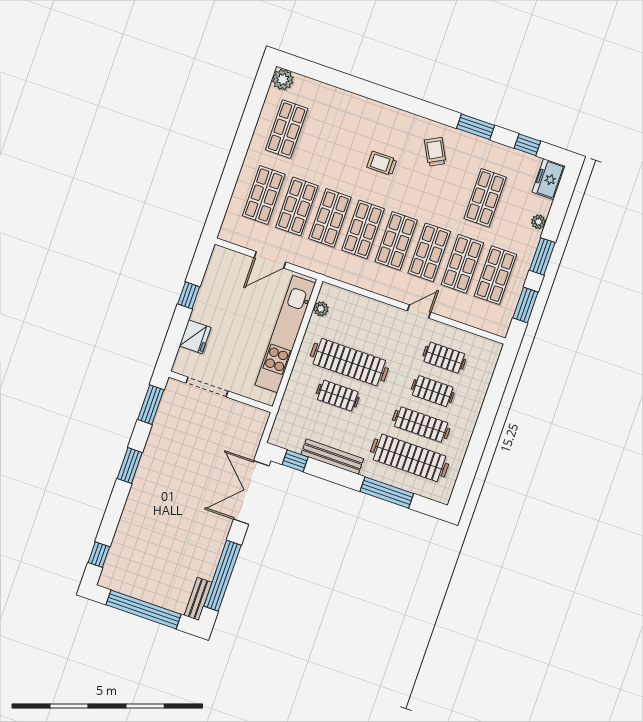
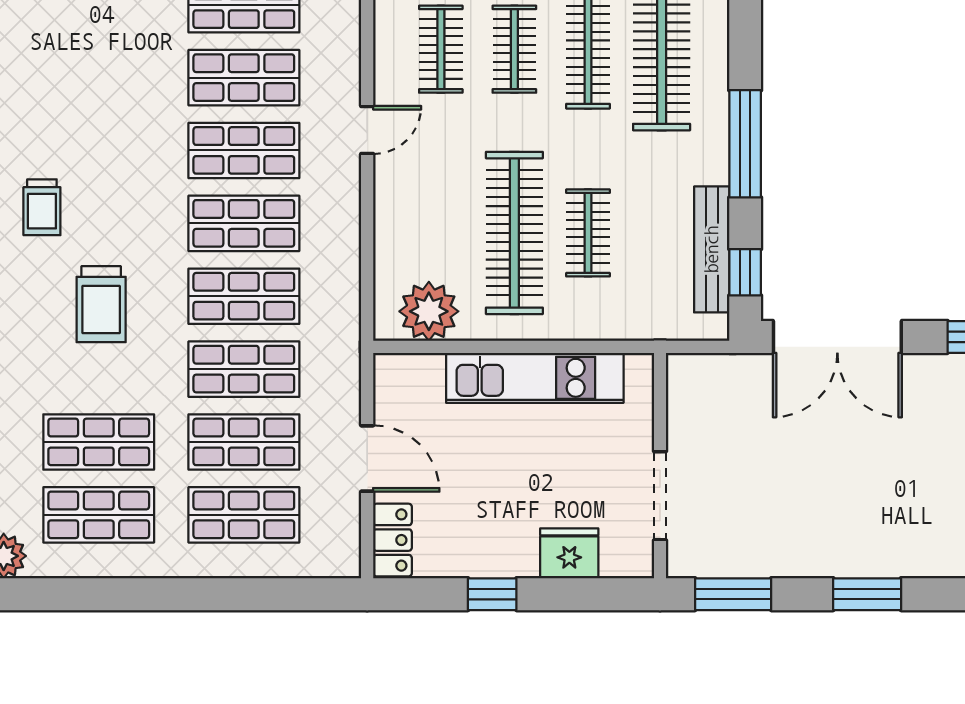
trolley: (435, 152) -> (42, 207), turned -62
trolley: (382, 163) -> (101, 304), width x1.36, depth x1.39
shop shelf: (485, 198) -> (99, 442), moved
locker: (229, 259) -> (392, 540), added
plant: (321, 309) -> (429, 311), width x1.88, depth x1.88
door: (419, 311) -> (367, 130), swing flipped
kitchen unit: (285, 334) -> (535, 378), width x0.73
bench: (332, 457) -> (712, 249), moved
window: (387, 492) -> (745, 144), moved

